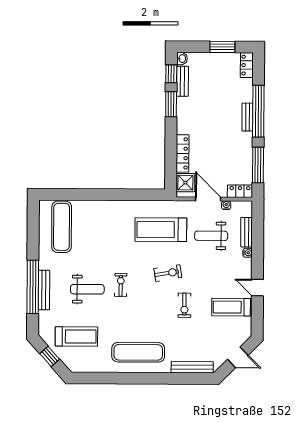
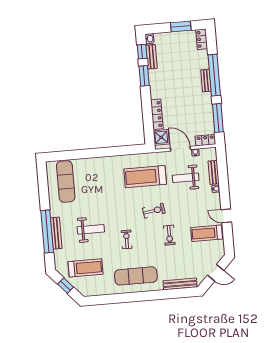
exercise bike: (121, 285) -> (127, 239), moved

